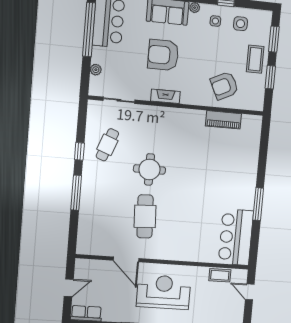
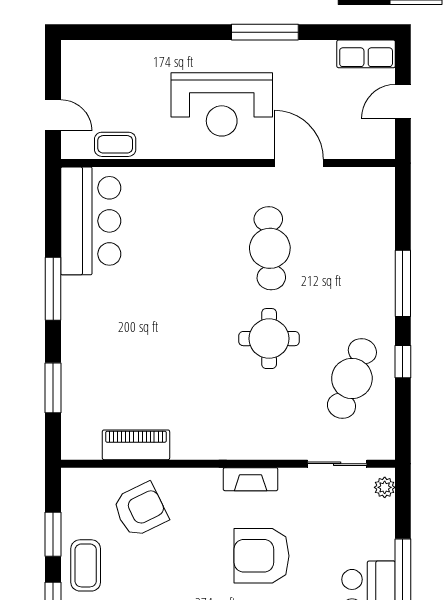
armchair: (163, 55) -> (262, 556), turned 180
plant: (96, 70) -> (385, 487), moved
cafe table: (107, 145) -> (352, 378), width x1.37, depth x1.35
window: (263, 153) -> (53, 388), added

